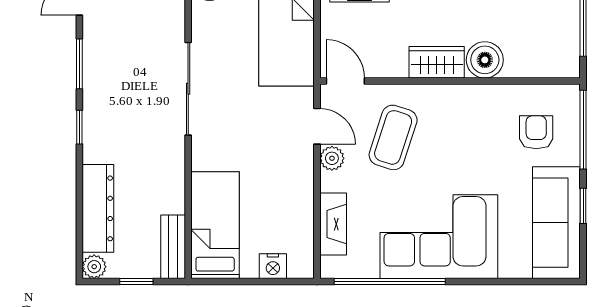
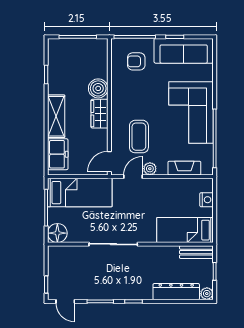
coffee table: (393, 137) -> (139, 137), turned 72

